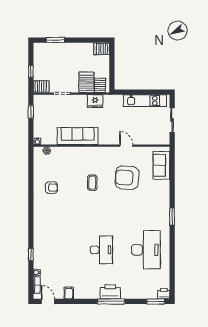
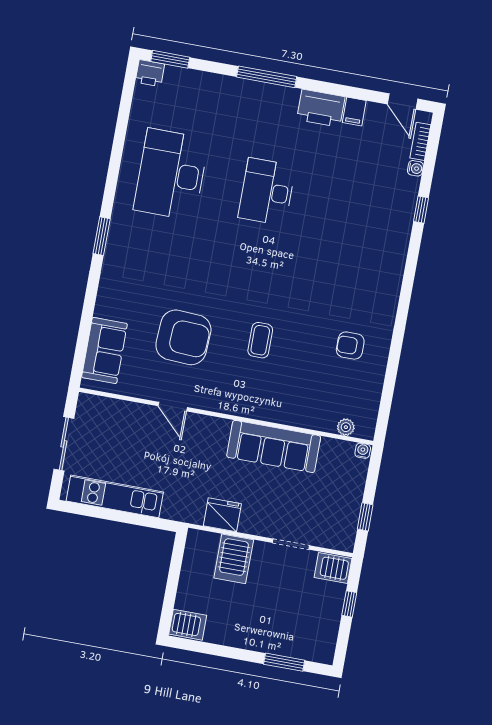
server rack: (100, 85) -> (206, 547), removed
printer: (110, 292) -> (321, 108), moved

